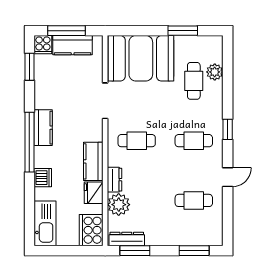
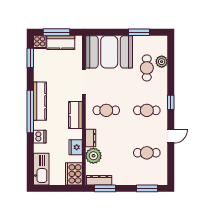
kitchen counter: (43, 128) -> (40, 101), width x1.50
kitchen counter: (93, 161) -> (75, 115), moved

